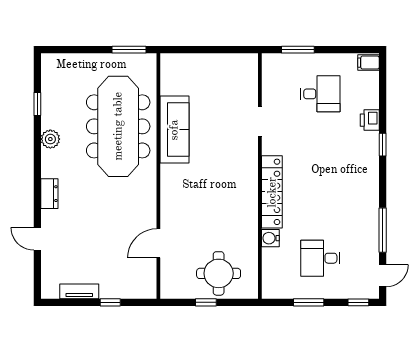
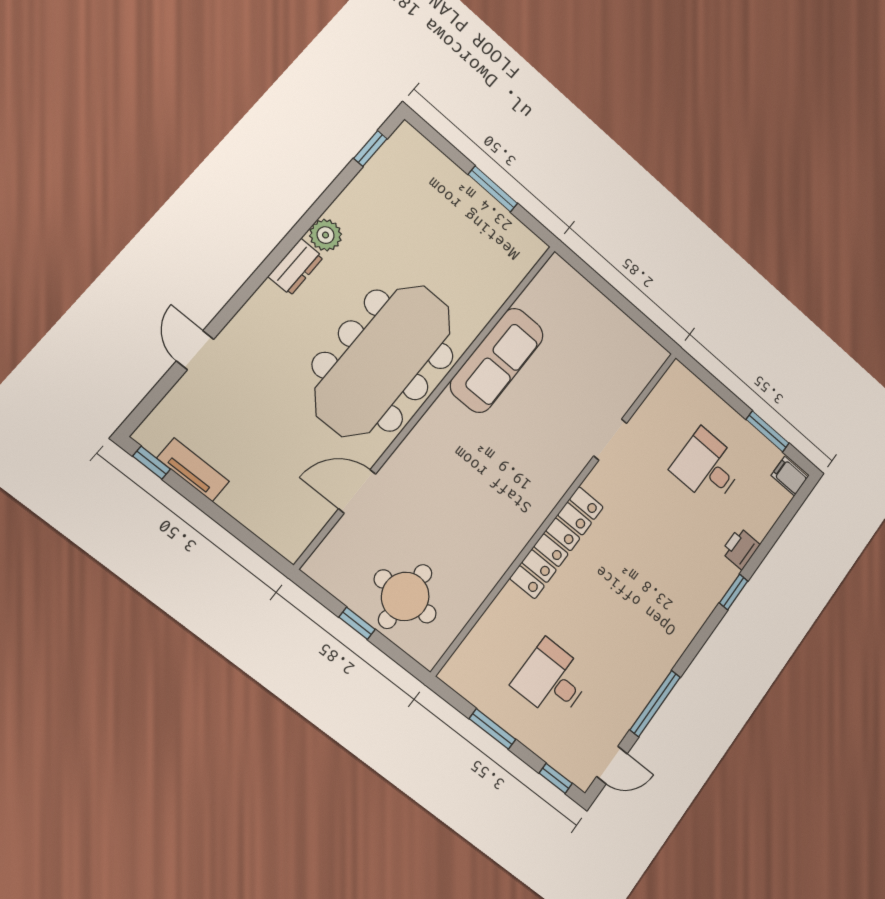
window: (129, 50) -> (493, 189), moved
window: (298, 50) -> (768, 431), moved
desk: (320, 94) -> (707, 467), turned 180
window: (37, 104) -> (370, 149), moved
meeting table: (118, 126) -> (383, 360), moved
dresser: (49, 194) -> (296, 267), moved
water cooler: (270, 238) -> (509, 602), removed
window: (110, 302) -> (151, 463), moved

